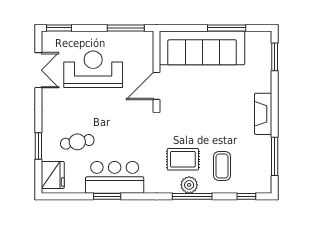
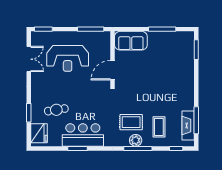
sofa: (202, 48) -> (131, 41), width x0.54, depth x0.79
reception desk: (93, 69) -> (68, 58), turned 180
fireplace: (263, 114) -> (188, 125), moved

